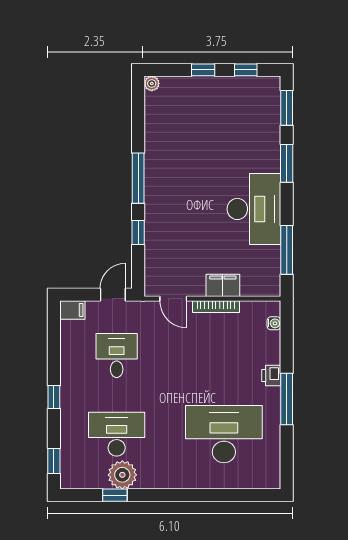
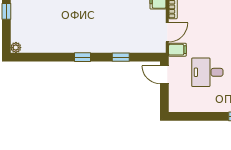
window: (138, 178) -> (82, 57), width x0.46
filing cabinet: (72, 310) -> (177, 50), moved, turned 90

